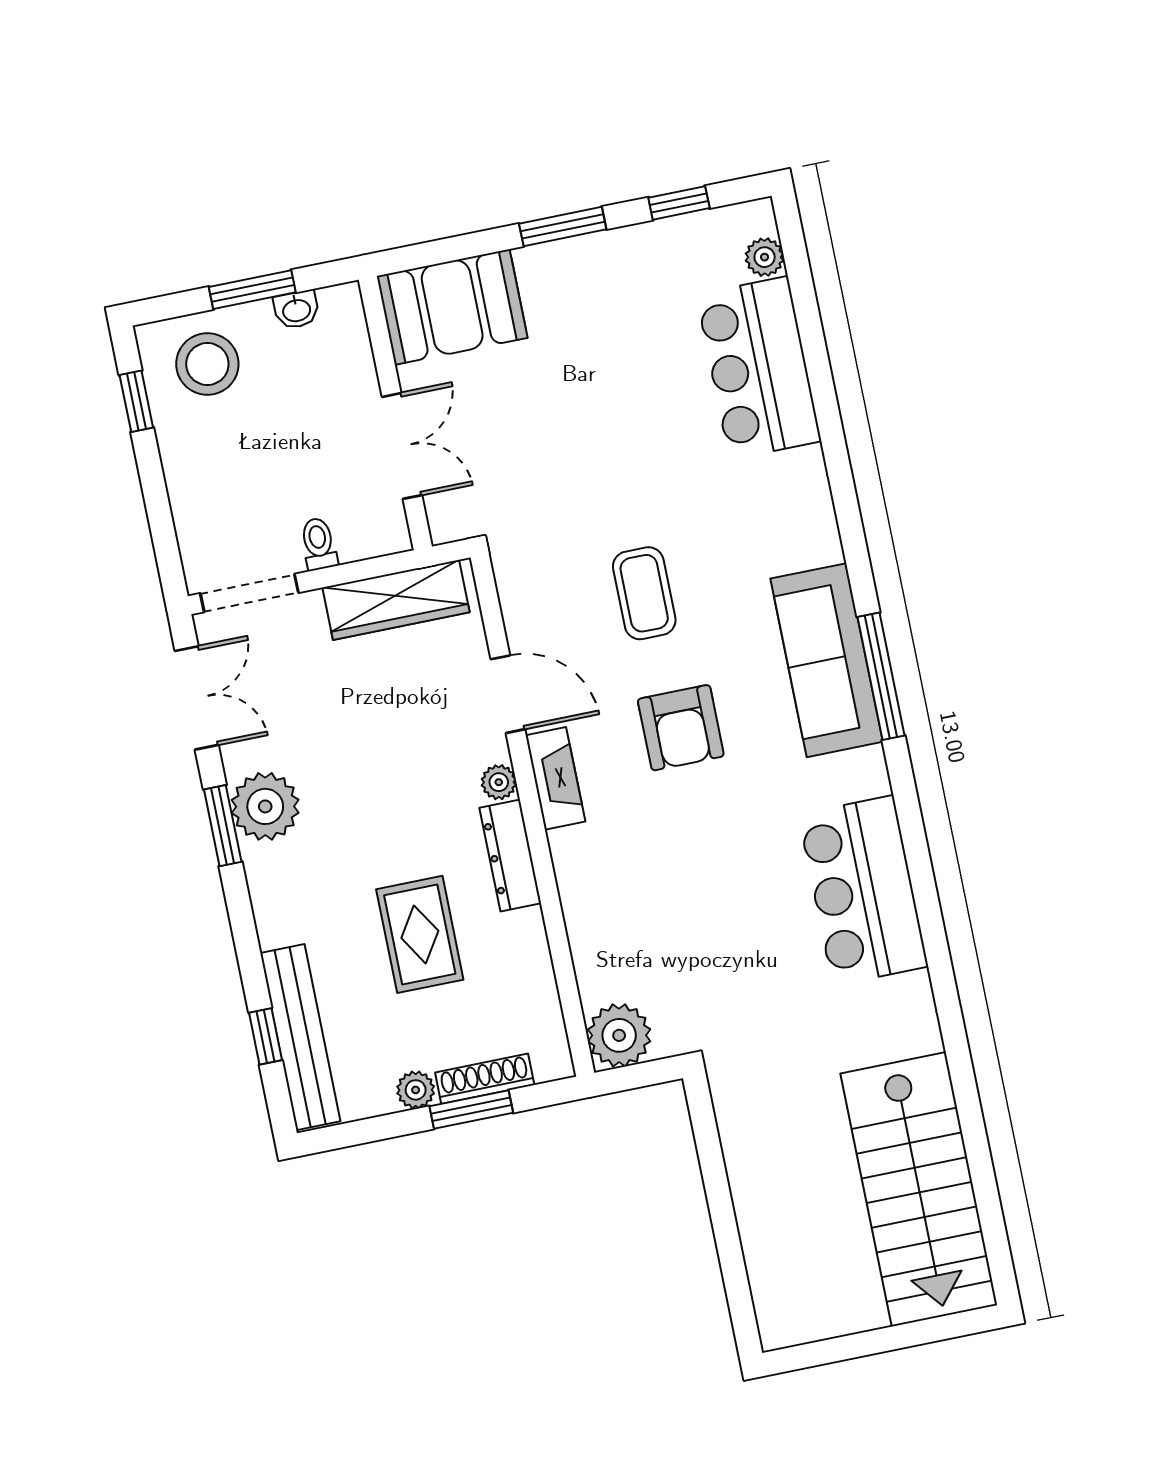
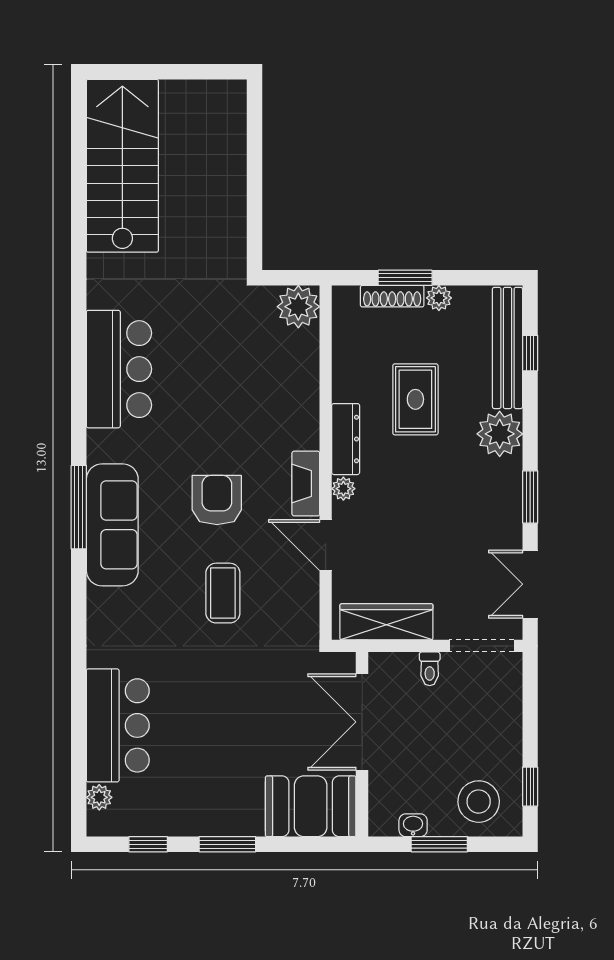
double door: (402, 446) -> (362, 722), width x1.37
plant: (265, 806) -> (500, 434), moved

